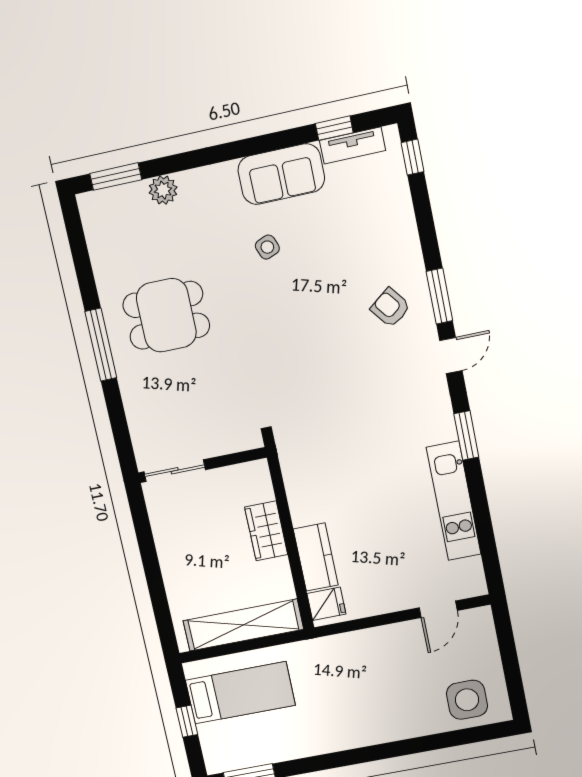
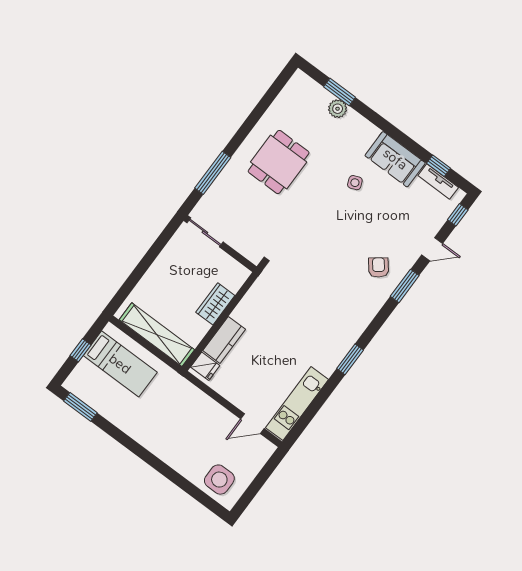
window: (116, 177) -> (340, 92), moved
dining table: (166, 315) -> (279, 162), turned 90
window: (101, 345) -> (213, 173), moved
door: (451, 356) -> (432, 249), moved
kitchen unit: (454, 501) -> (297, 404), moved

